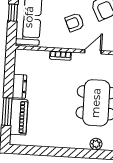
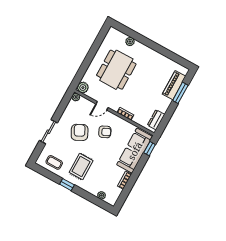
window: (13, 13) -> (150, 149), moved
dresser: (19, 86) -> (156, 120), moved

